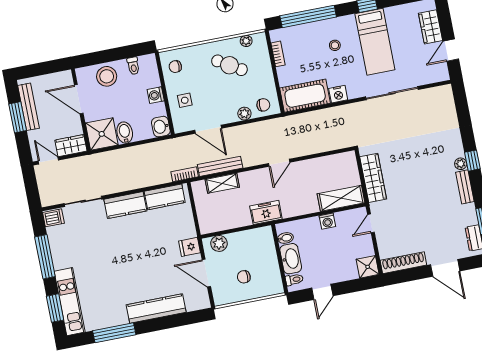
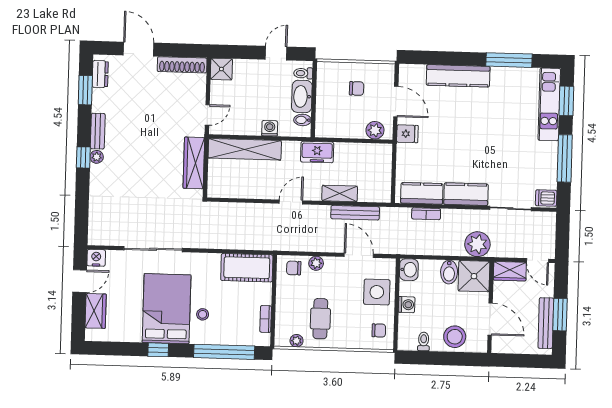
bed: (375, 42) -> (167, 309), width x1.50
cafe table: (229, 65) -> (320, 319), turned 59
nightstand: (338, 94) -> (96, 258), moved
side table: (185, 100) -> (377, 292), width x1.87, depth x1.87
plant: (105, 163) -> (477, 244), added
bookcase: (185, 174) -> (426, 214), moved
shelving: (222, 183) -> (340, 193), moved
shelving: (341, 198) -> (245, 149), width x1.47
washing machine: (327, 221) -> (270, 128), moved

